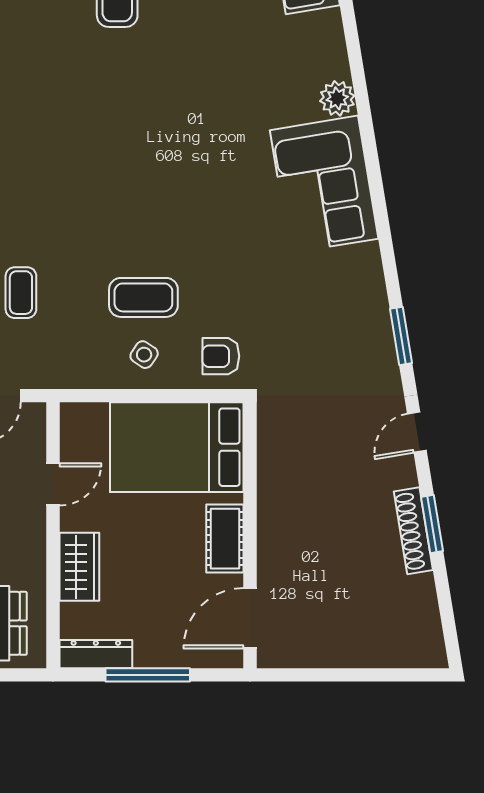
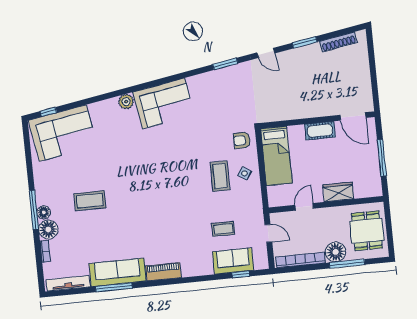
armchair: (221, 356) -> (242, 140), turned 90
bed: (177, 447) -> (276, 156), width x0.67
door: (53, 484) -> (304, 207), hinge flipped
shoe rack: (413, 531) -> (338, 42), moved
dresser: (96, 654) -> (375, 181), removed

